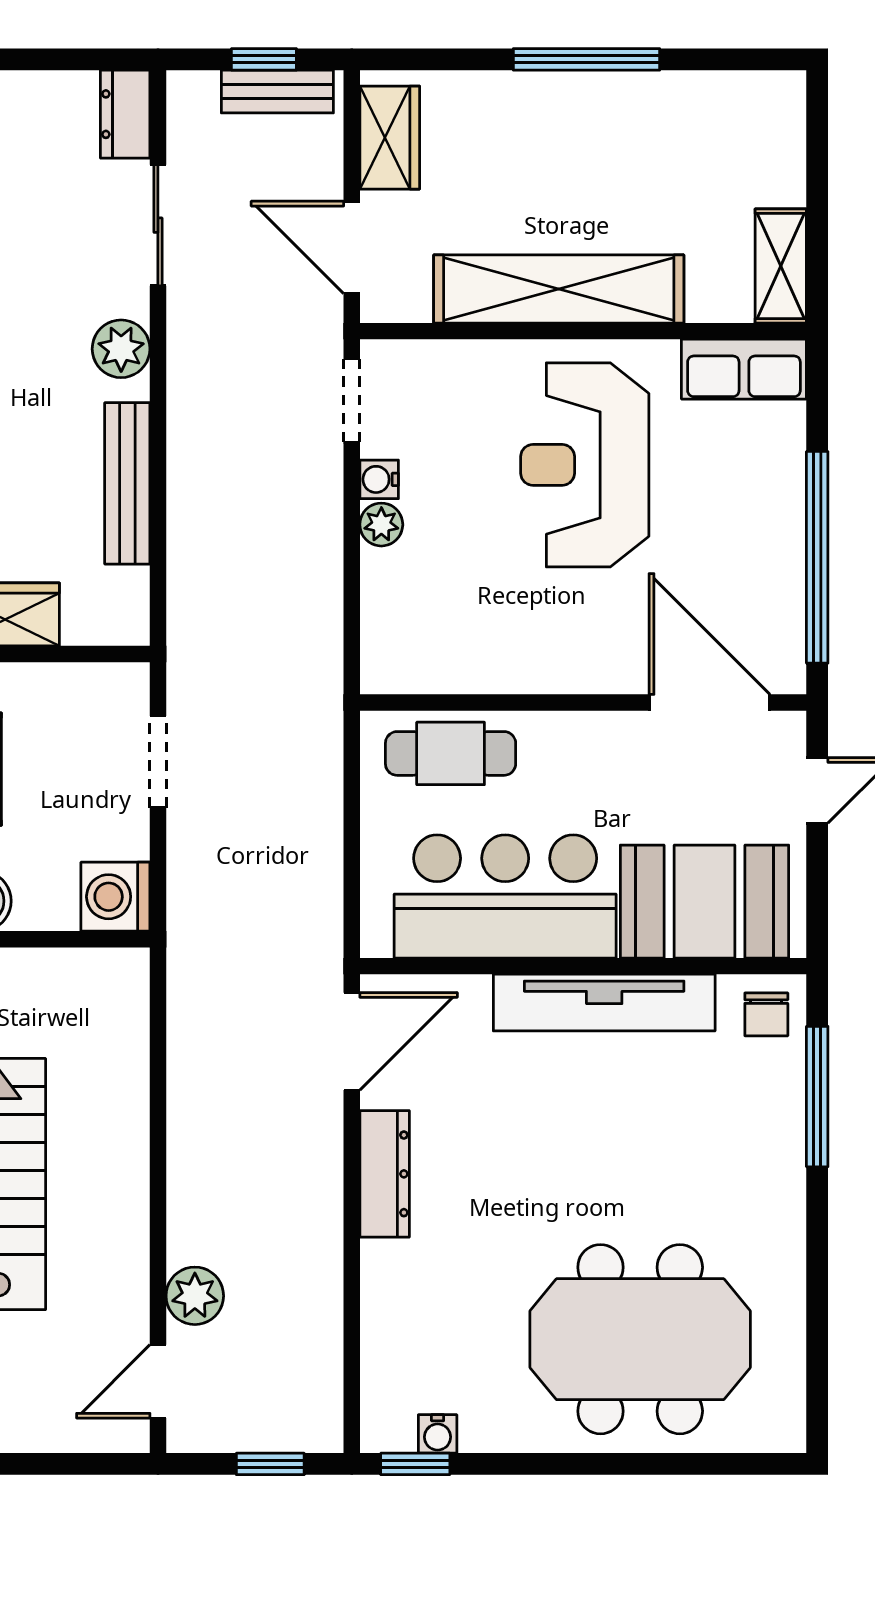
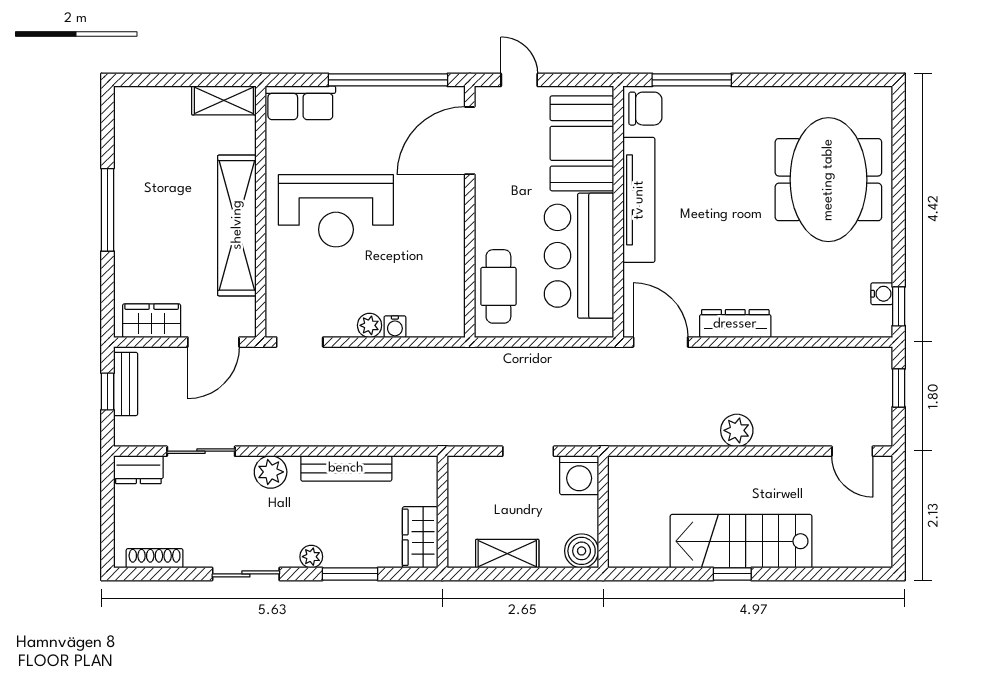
row of seats: (744, 369) -> (300, 103), moved, turned 90
water cooler: (379, 479) -> (395, 327), moved
doorway: (158, 762) -> (528, 451), moved
chair: (766, 1014) -> (645, 109), width x1.37, depth x1.37
plant: (195, 1296) -> (737, 430), moved

